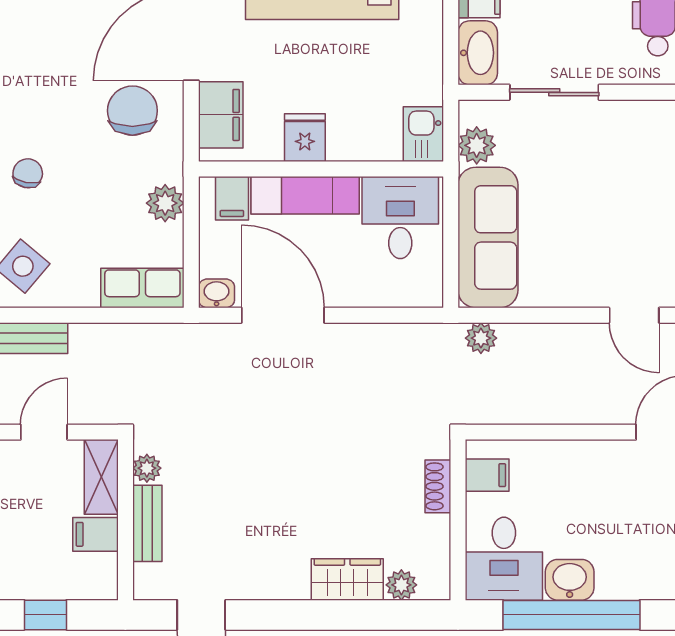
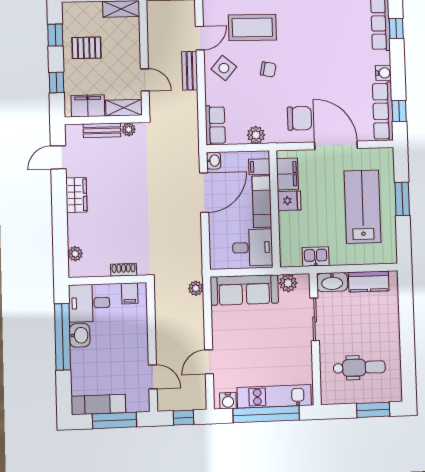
filing cabinet: (221, 115) -> (287, 174), moved, turned -90
kitchen sink: (423, 134) -> (316, 257), moved
filing cabinet: (95, 534) -> (88, 106), width x2.00
wardrobe: (347, 579) -> (76, 195), moved

